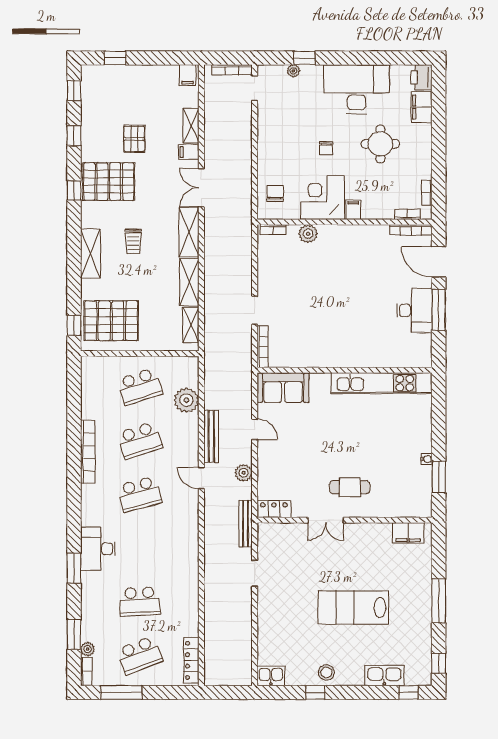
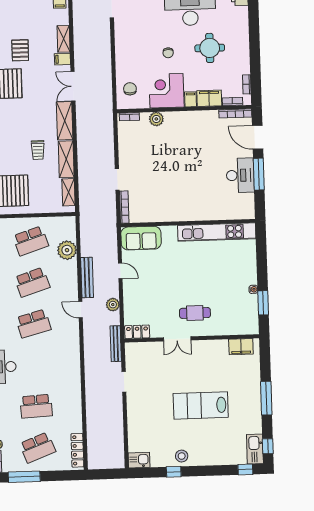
filing cabinet: (422, 107) -> (209, 98), moved, turned 90
trolley: (133, 241) -> (38, 150), moved
kitchen sink: (384, 676) -> (255, 449), moved, turned -90

